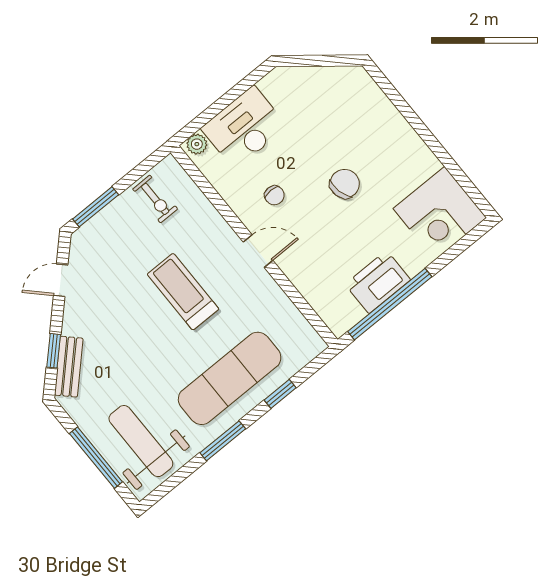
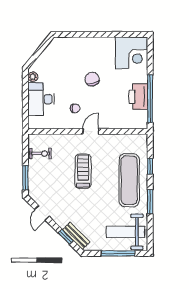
plant: (197, 144) -> (33, 77), moved
treadmill: (183, 292) -> (83, 171), turned 90

